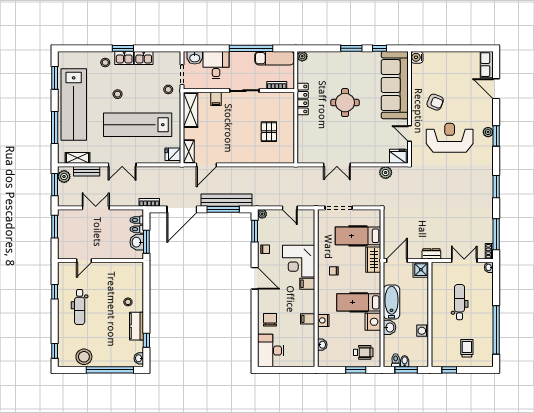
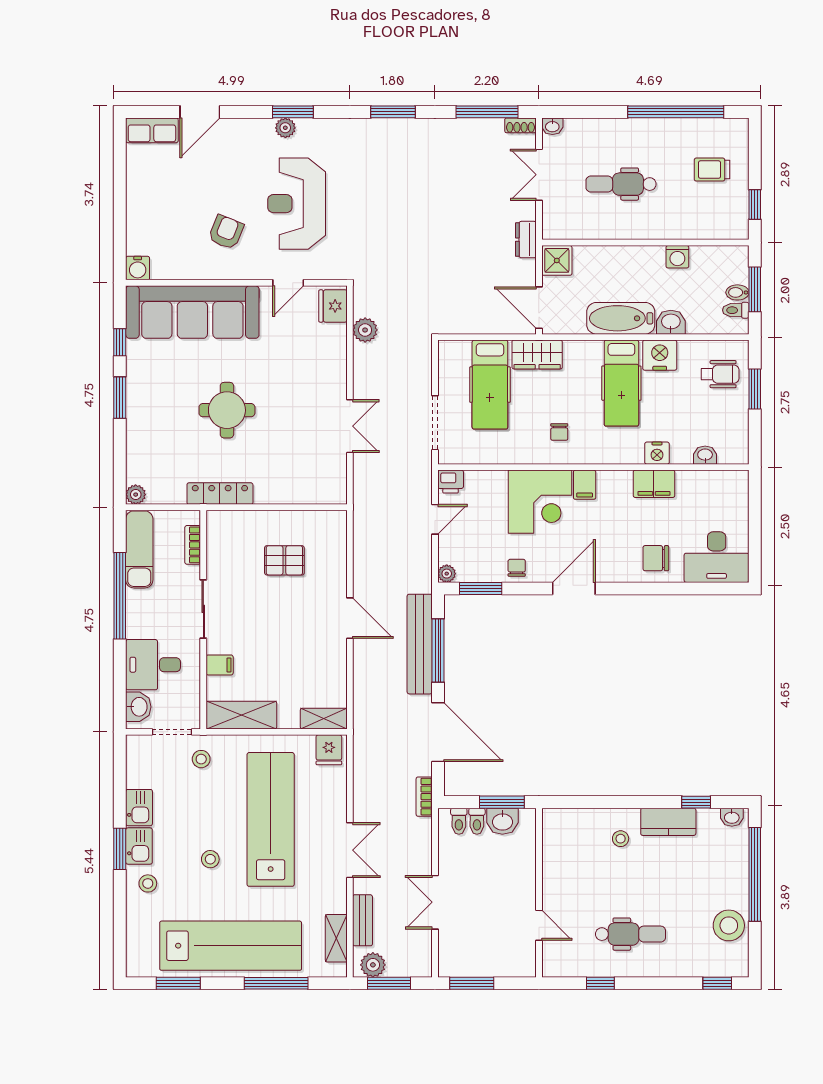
lab bench: (138, 125) -> (271, 819), turned 180
door: (206, 165) -> (350, 618), moved
printer: (309, 216) -> (451, 482), added
filing cabinet: (308, 319) -> (654, 484), width x2.00
wheelchair: (363, 352) -> (720, 374), turned 90

